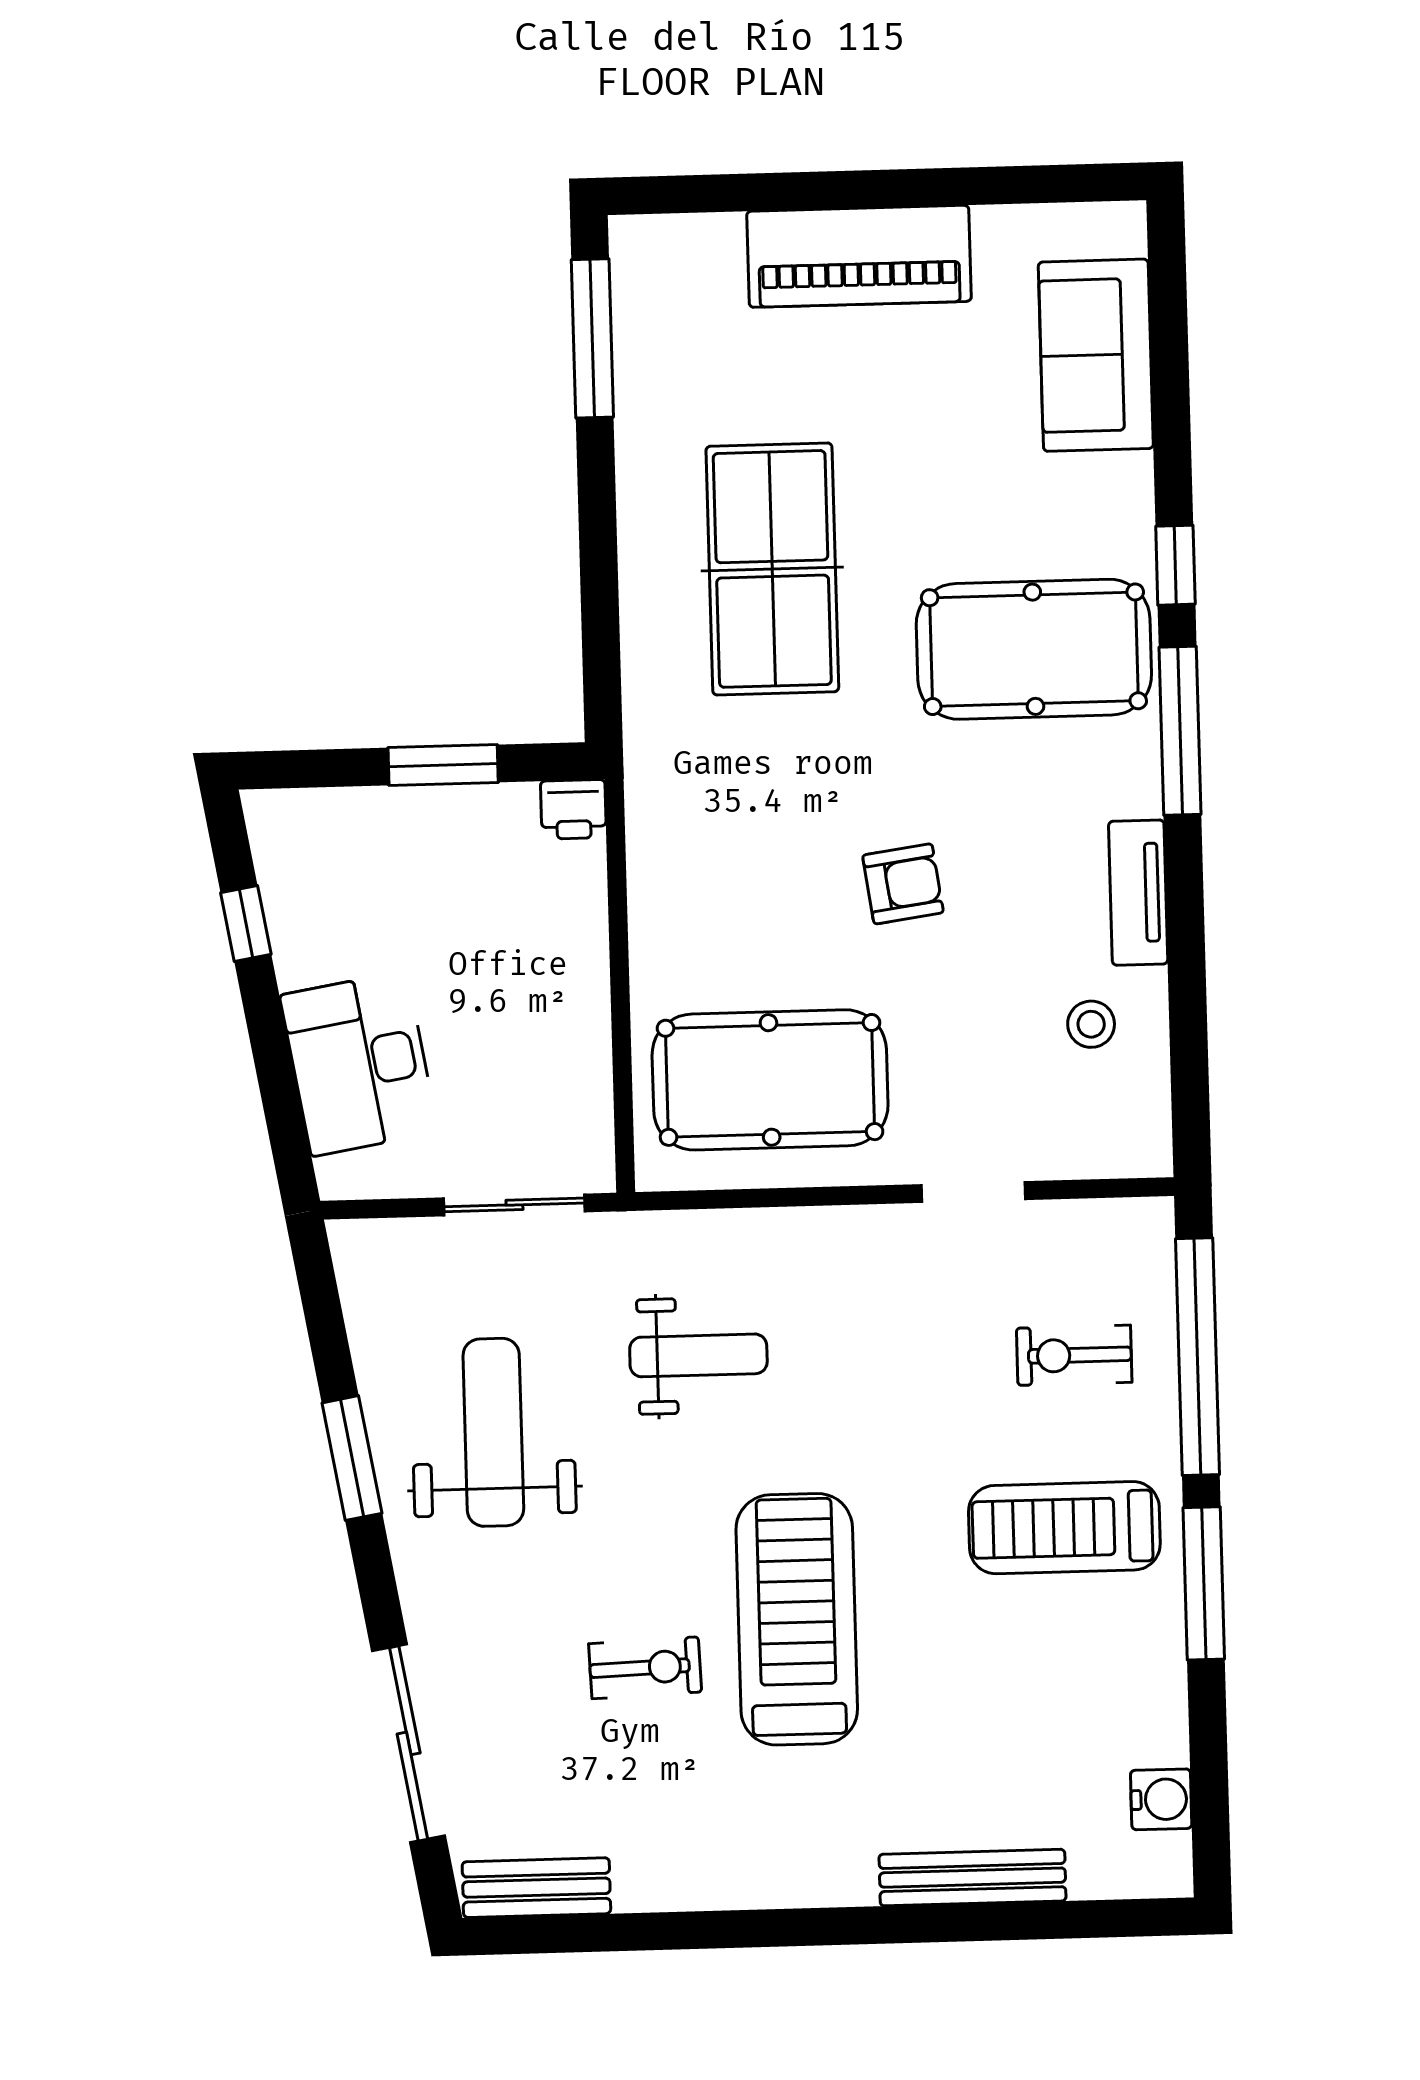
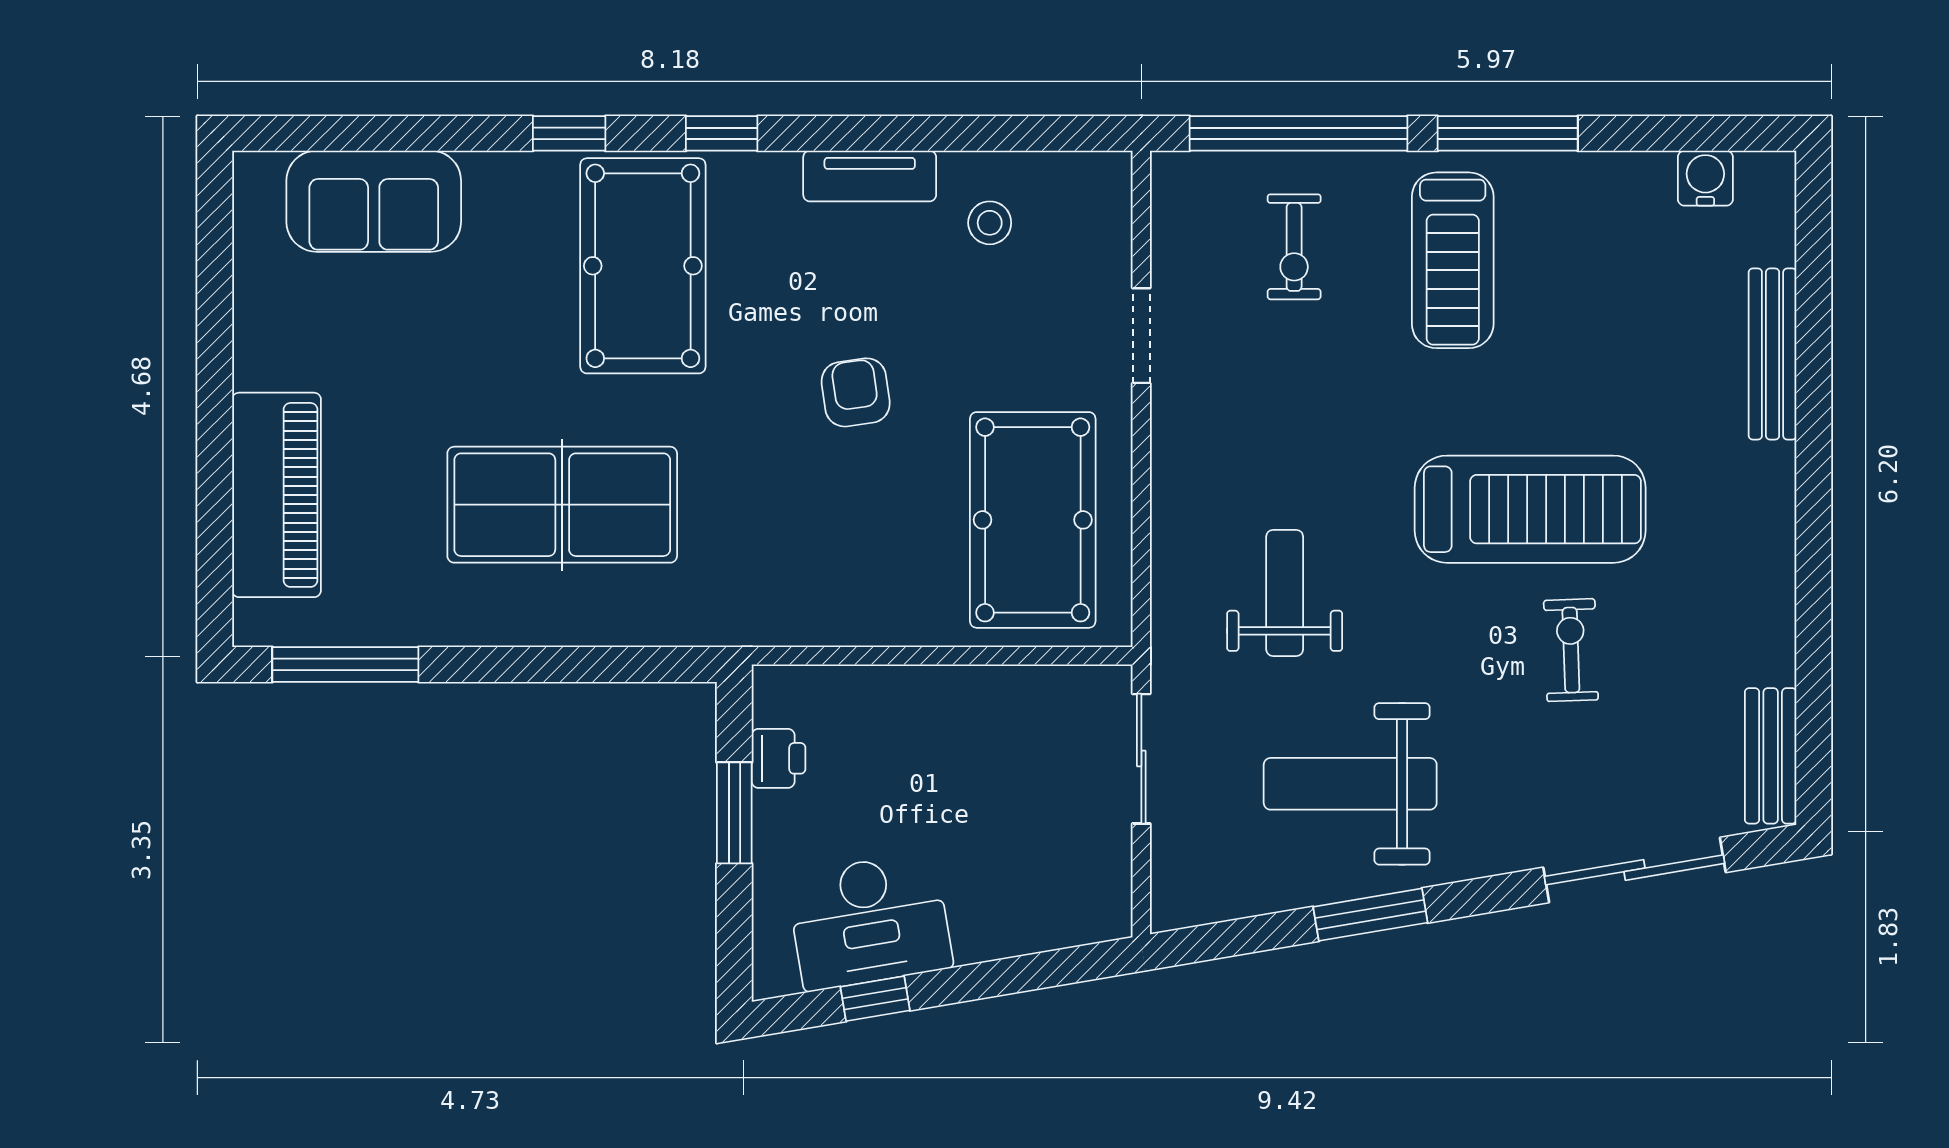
piano: (859, 256) -> (276, 495), moved
window: (1180, 731) -> (722, 133), width x0.46
printer: (573, 809) -> (778, 758), moved
desk: (359, 1064) -> (869, 921), moved
treadmill: (797, 1619) -> (1530, 509), turned 180

